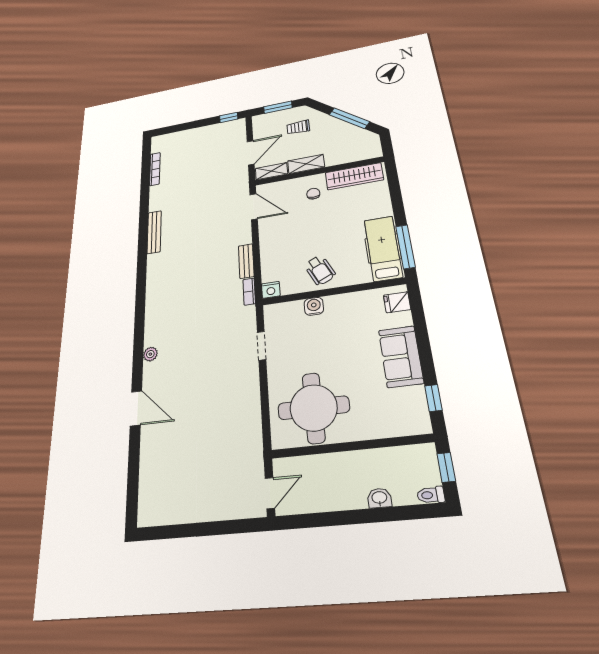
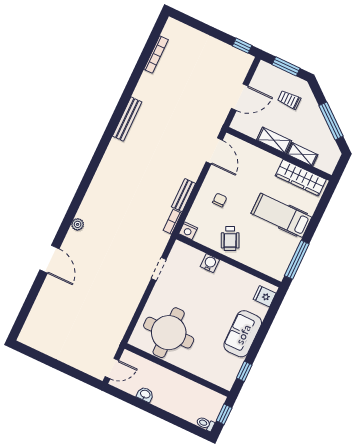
shelving: (271, 171) -> (302, 154), moved
chair: (313, 194) -> (220, 200), moved
hospital bed: (383, 248) -> (281, 215), moved, turned -90
washbasin: (379, 498) -> (145, 394), moved

